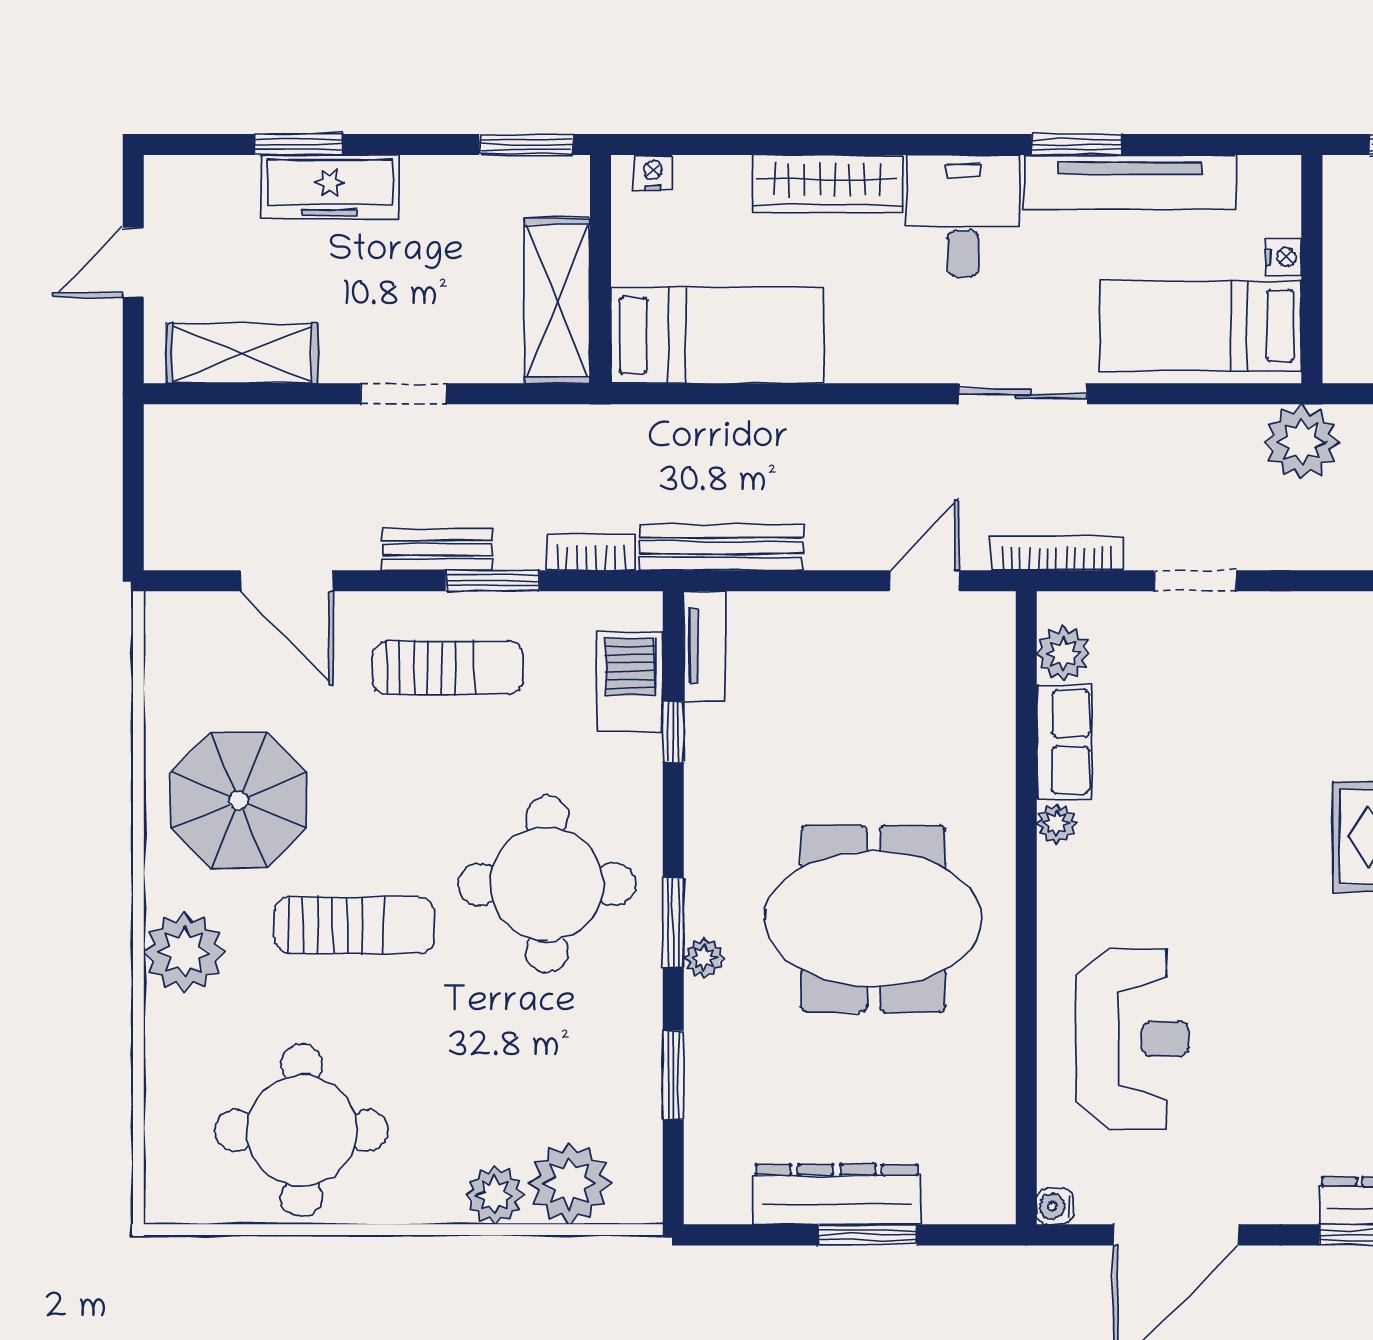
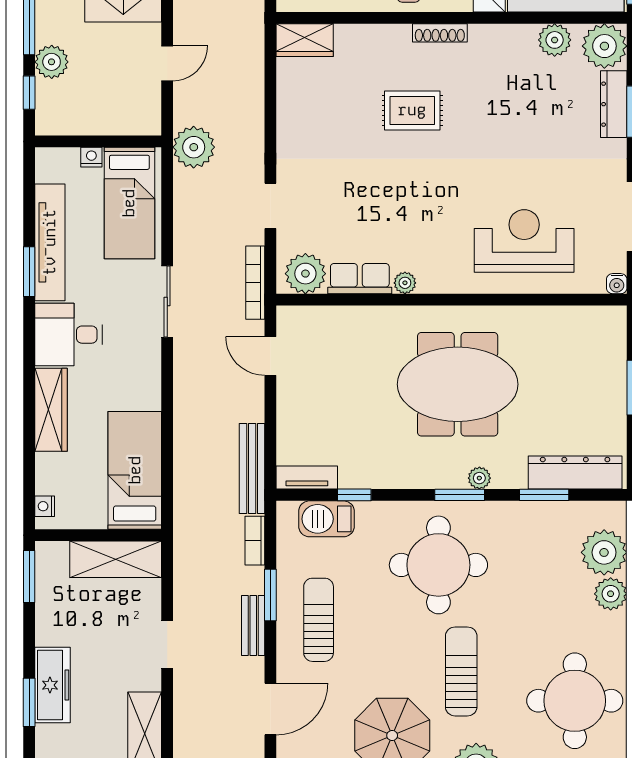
plant: (1064, 654) -> (305, 274), width x1.36, depth x1.36
meeting table: (873, 919) -> (458, 384), turned 90
dresser: (837, 1194) -> (575, 473), moved, turned 90

